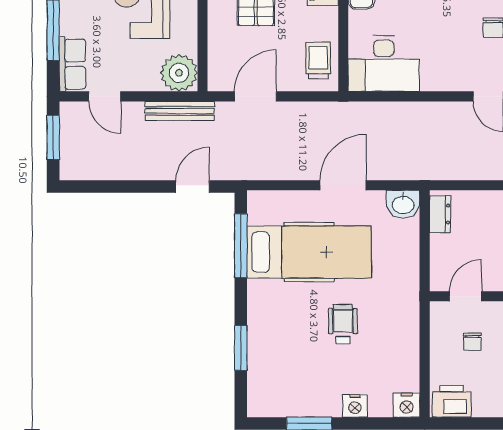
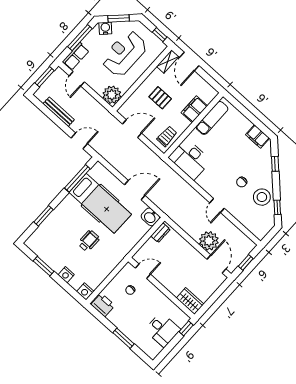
bench: (180, 111) -> (59, 112), moved

